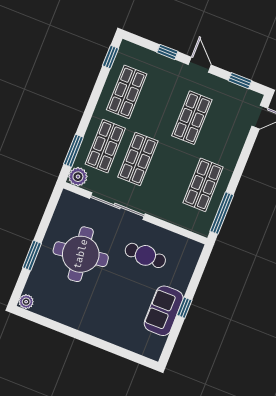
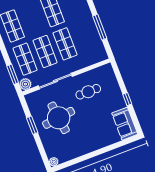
shop shelf: (203, 185) -> (65, 44), moved
window: (222, 213) -> (100, 27), moved
window: (32, 255) -> (32, 125), moved
sofa: (164, 311) -> (125, 124), moved

